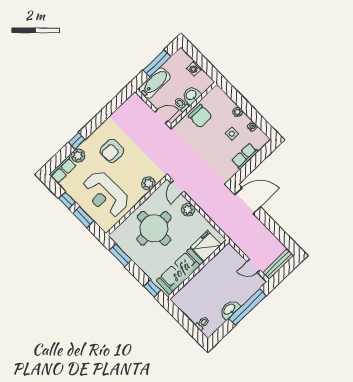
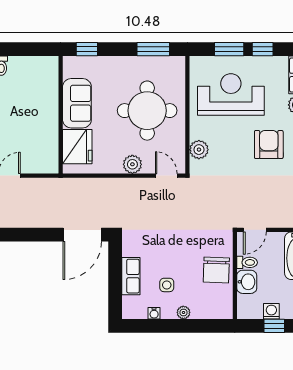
window: (200, 60) -> (274, 326), added
chair: (200, 116) -> (216, 270), turned -88
sofa: (180, 271) -> (77, 103), width x0.73

